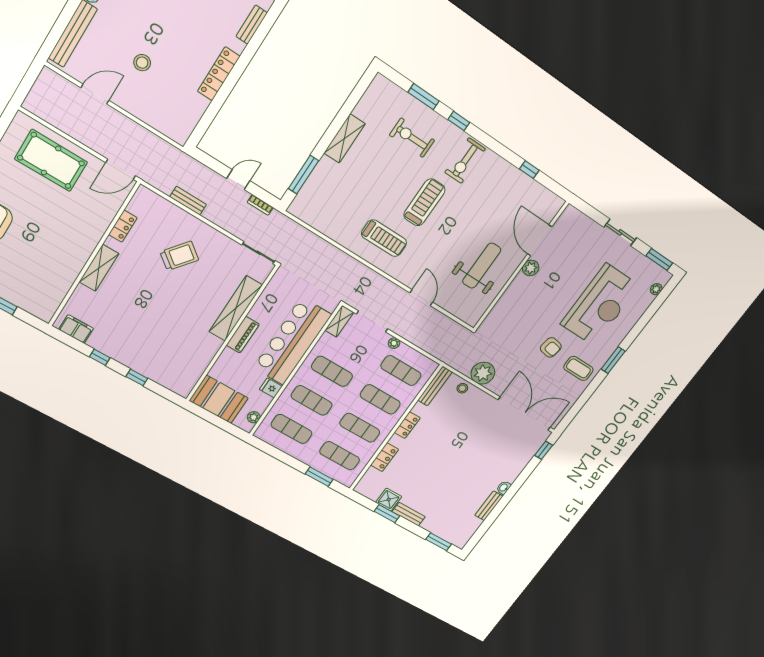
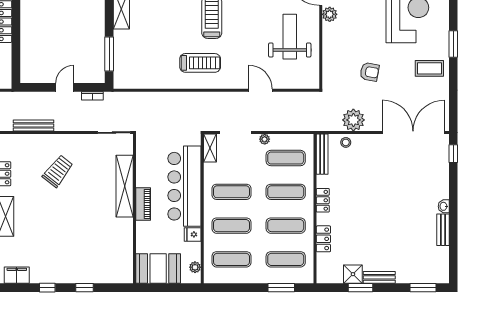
bench: (188, 201) -> (33, 125), width x1.36
armchair: (551, 347) -> (370, 72), moved

